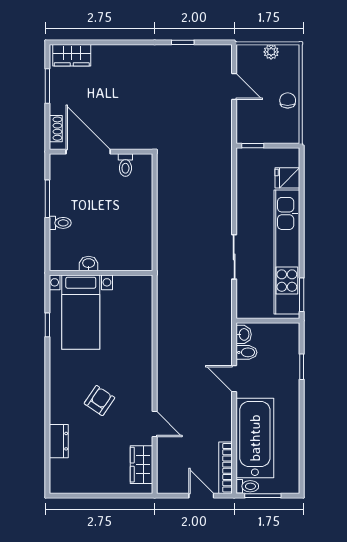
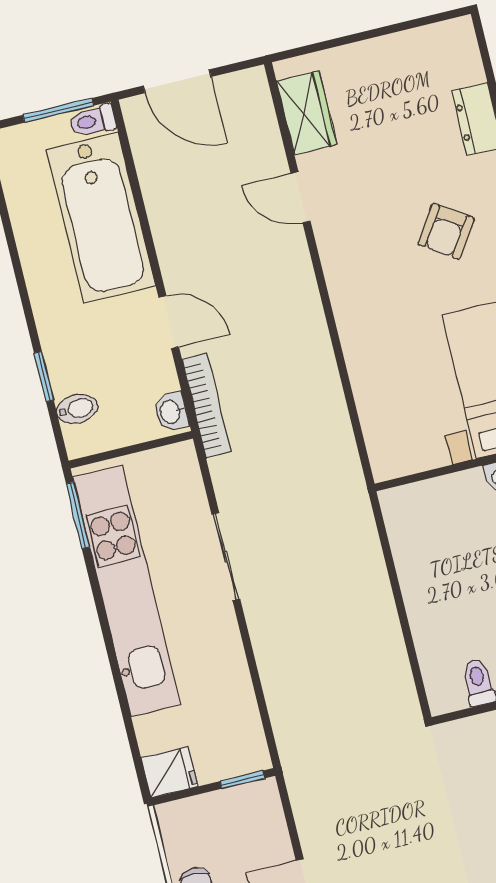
fridge: (287, 178) -> (170, 772), moved
bidet: (247, 352) -> (77, 409), moved, turned 180
armchair: (99, 401) -> (446, 231), moved
bookcase: (226, 468) -> (207, 406), moved
door: (201, 496) -> (177, 81), width x1.38

